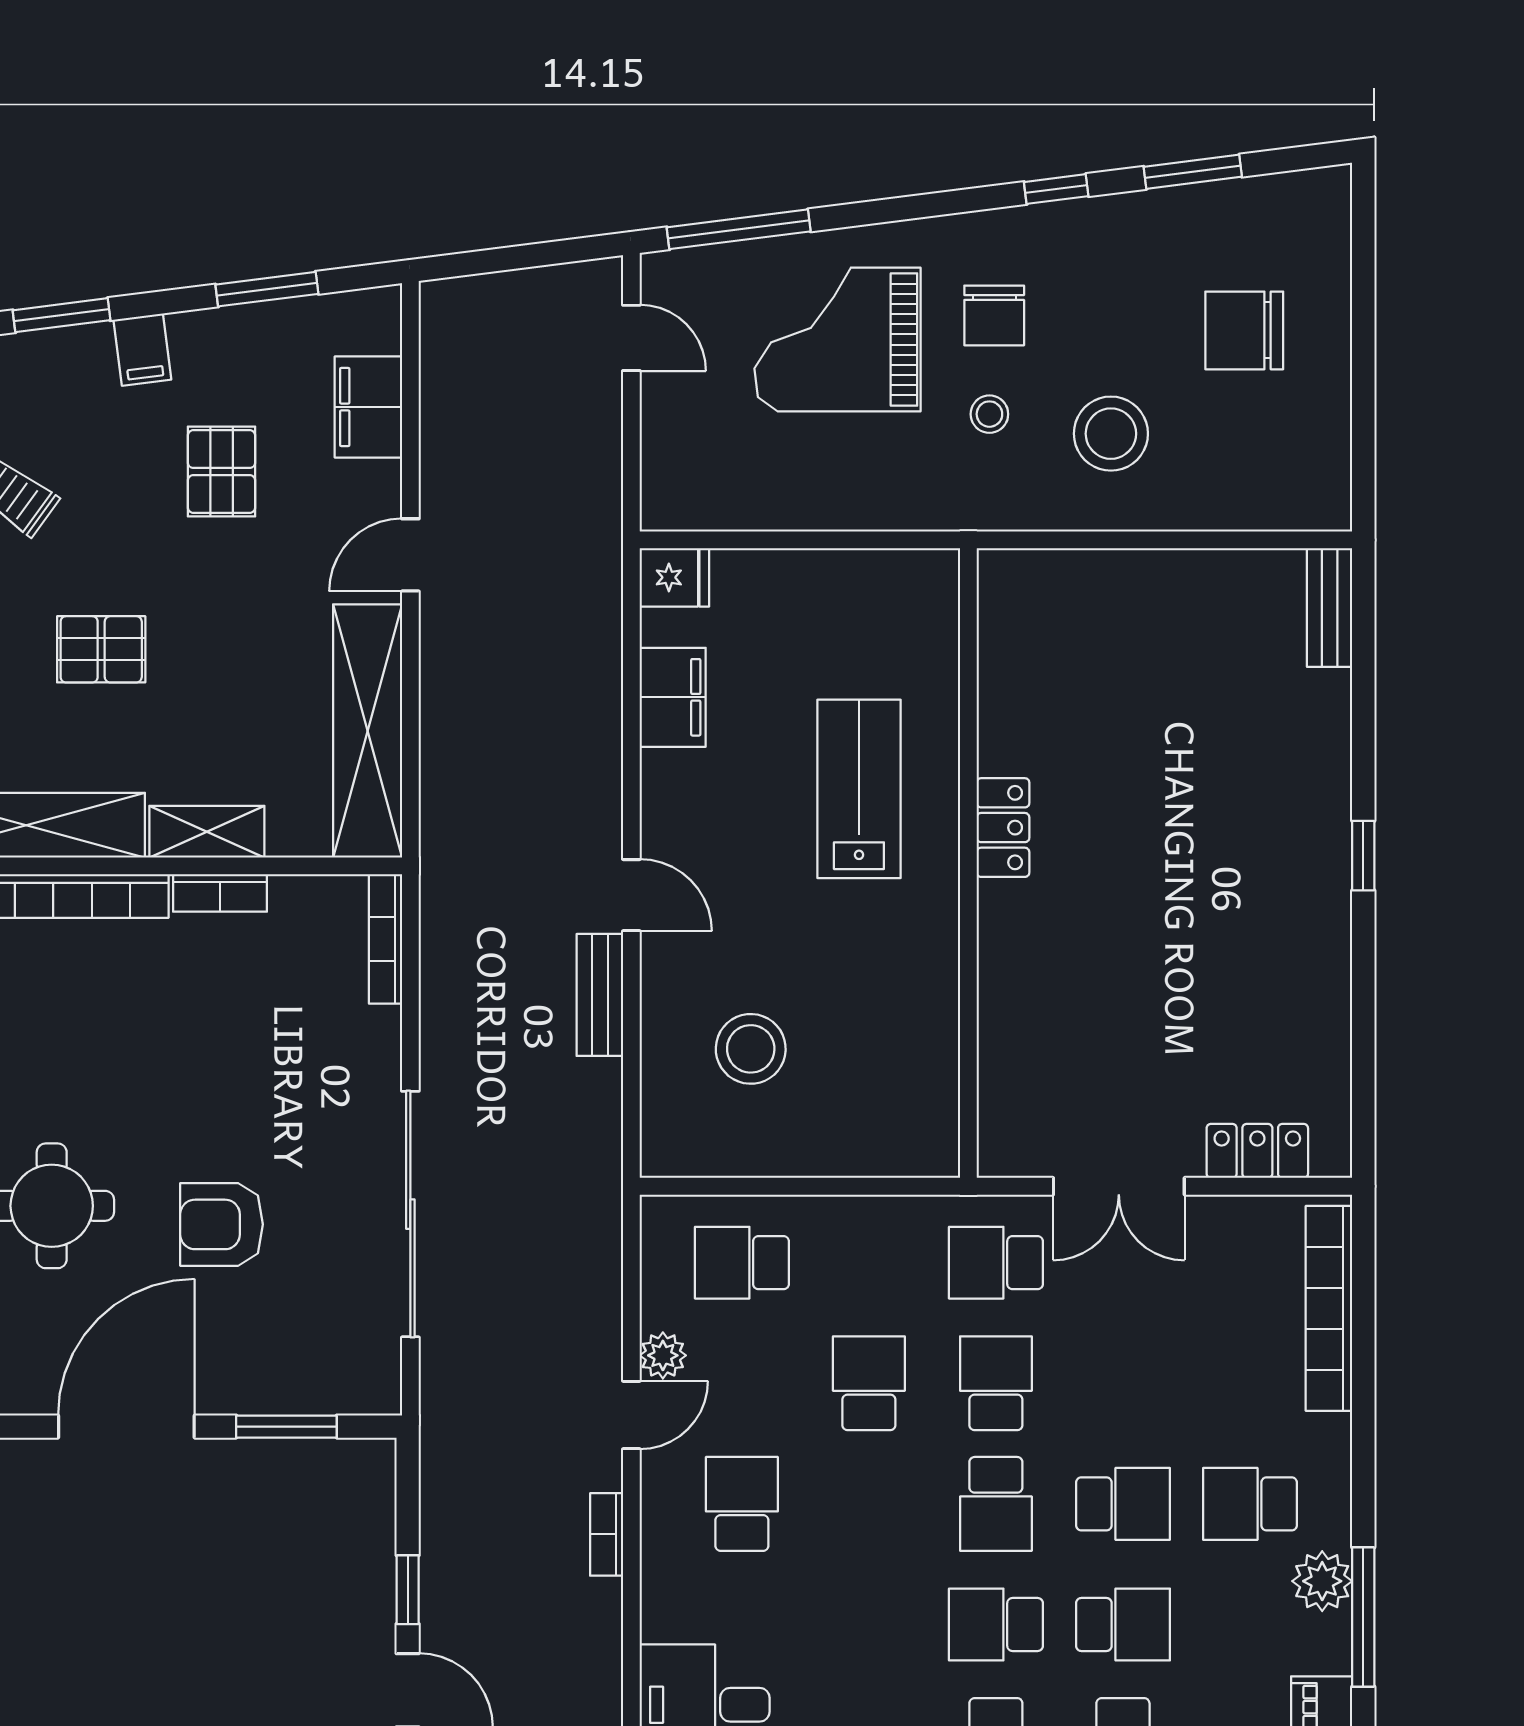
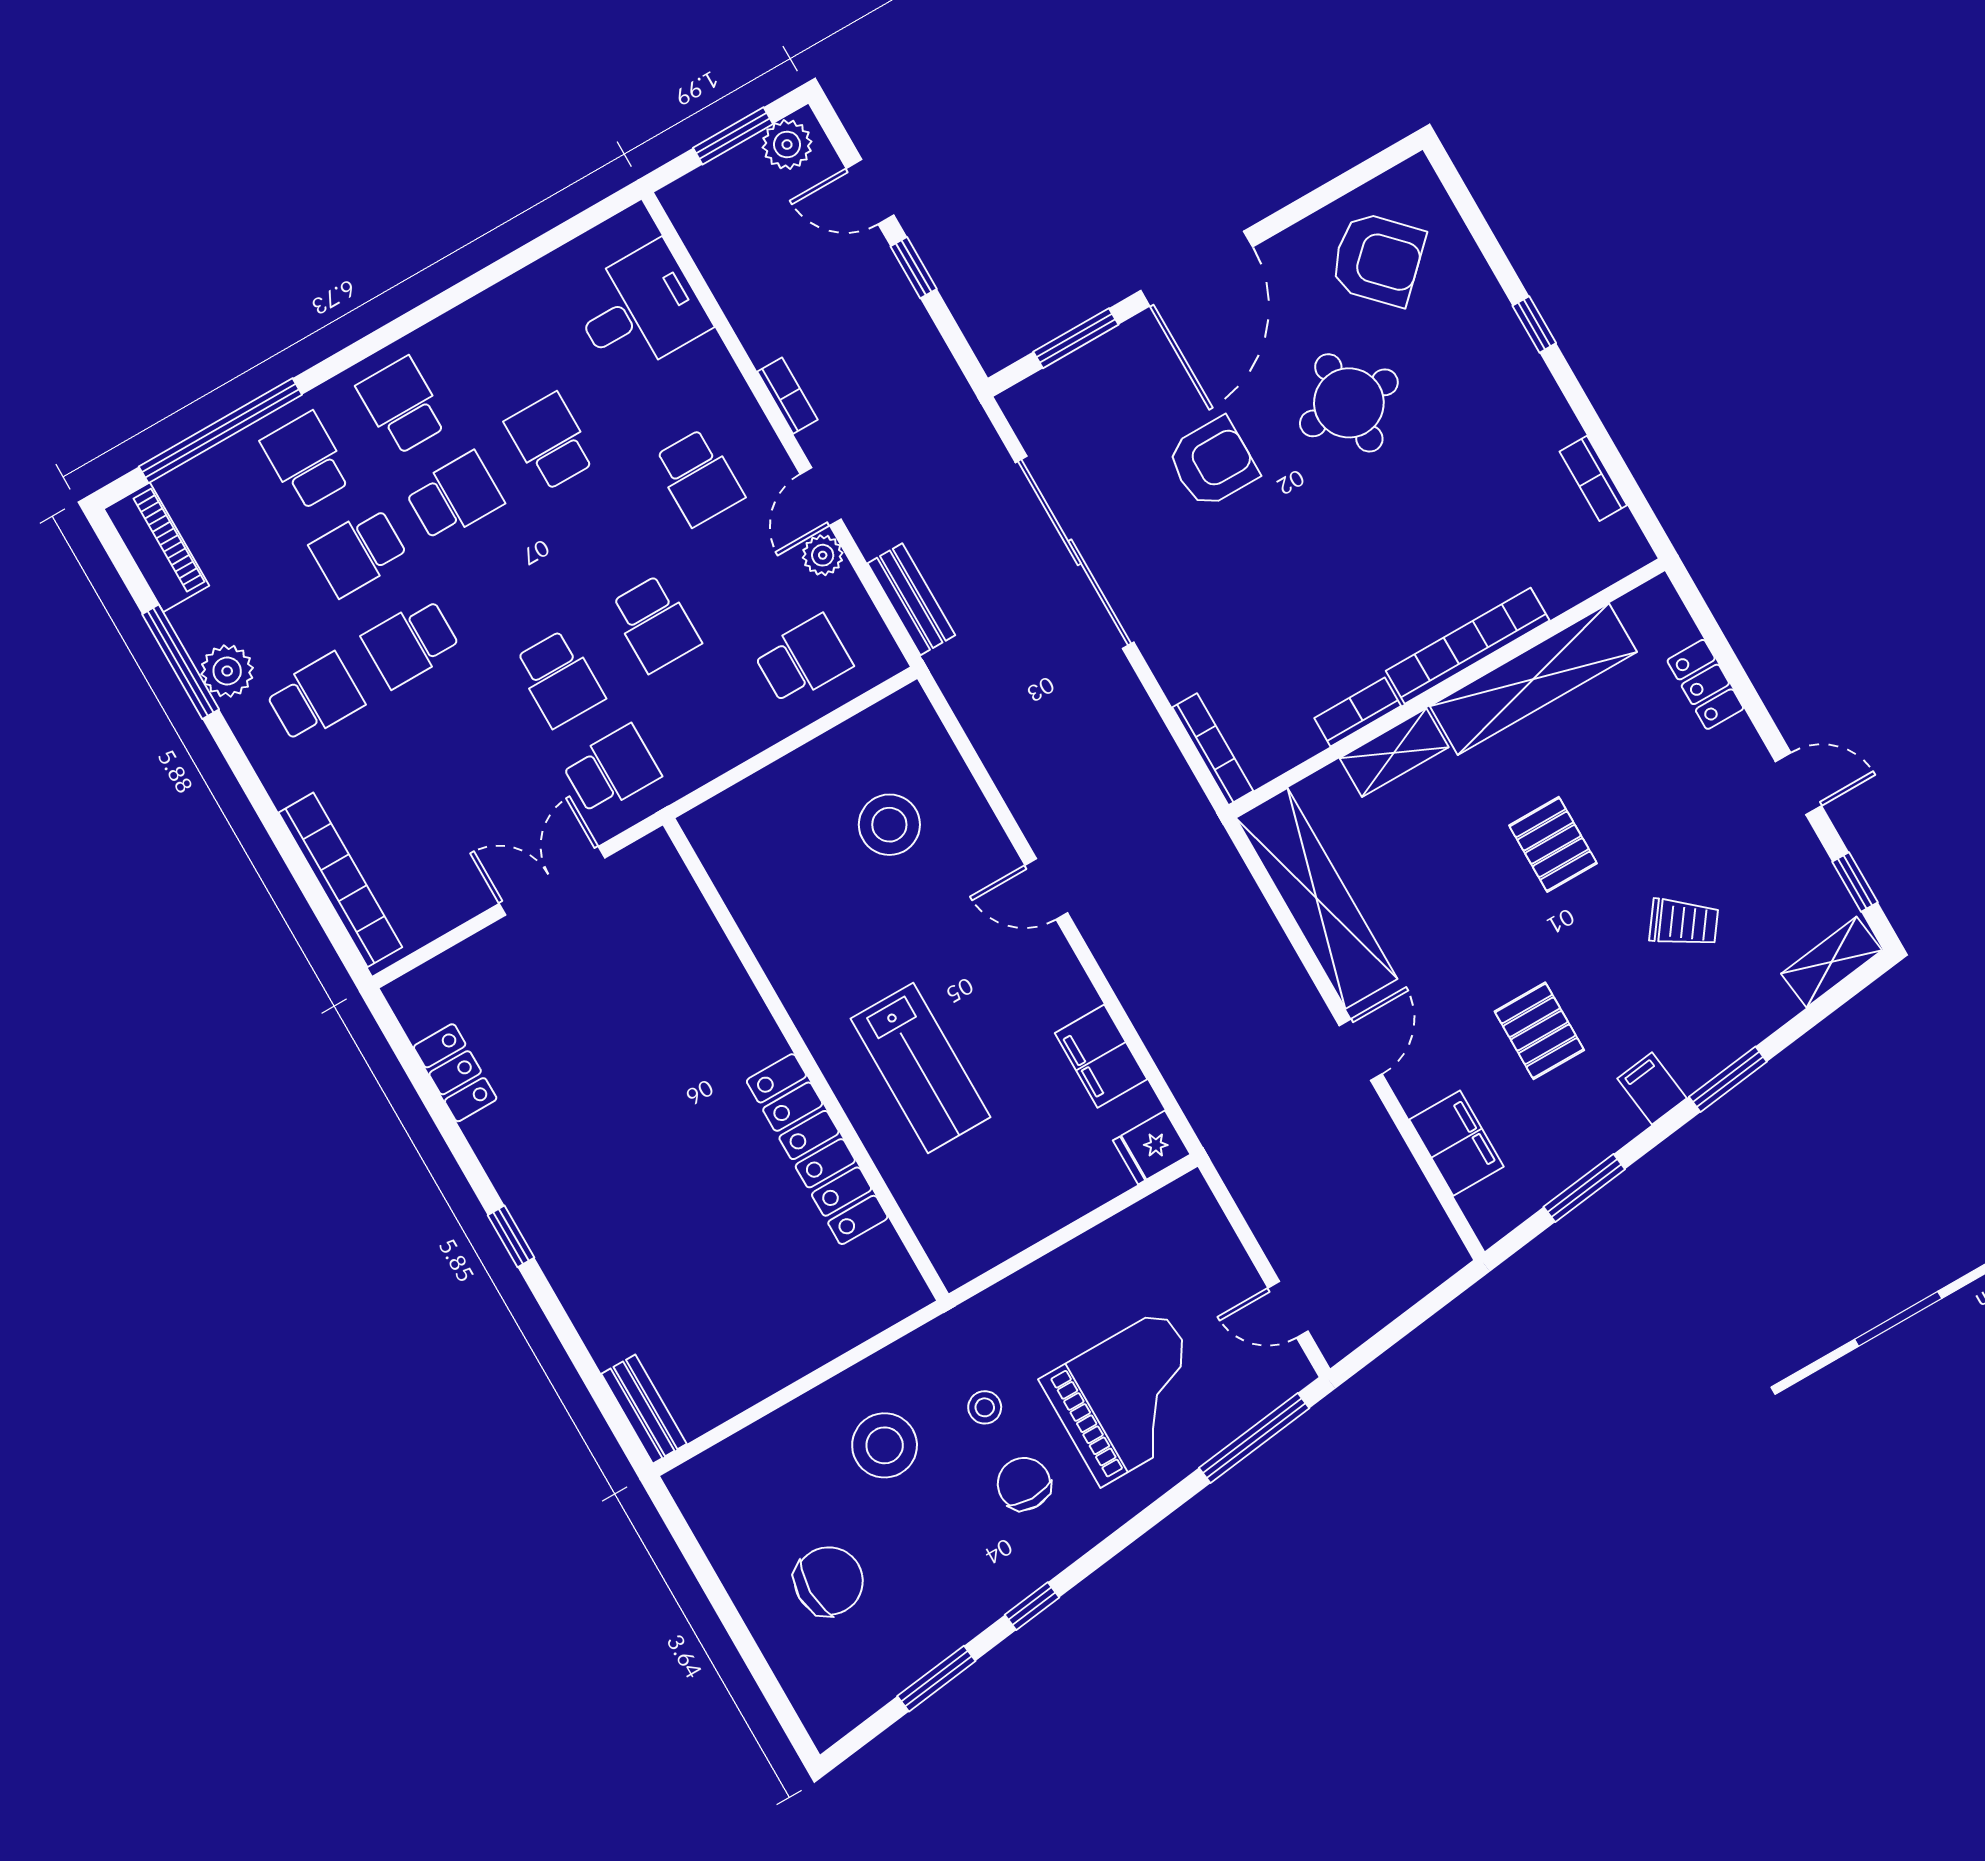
pallet: (101, 649) -> (1553, 844), turned 90
locker: (1003, 828) -> (817, 1149), width x2.16, depth x1.21
bench: (600, 995) -> (911, 599), moved
locker: (1257, 1151) -> (455, 1073), moved, turned -90
school desk: (996, 1504) -> (550, 442), moved

